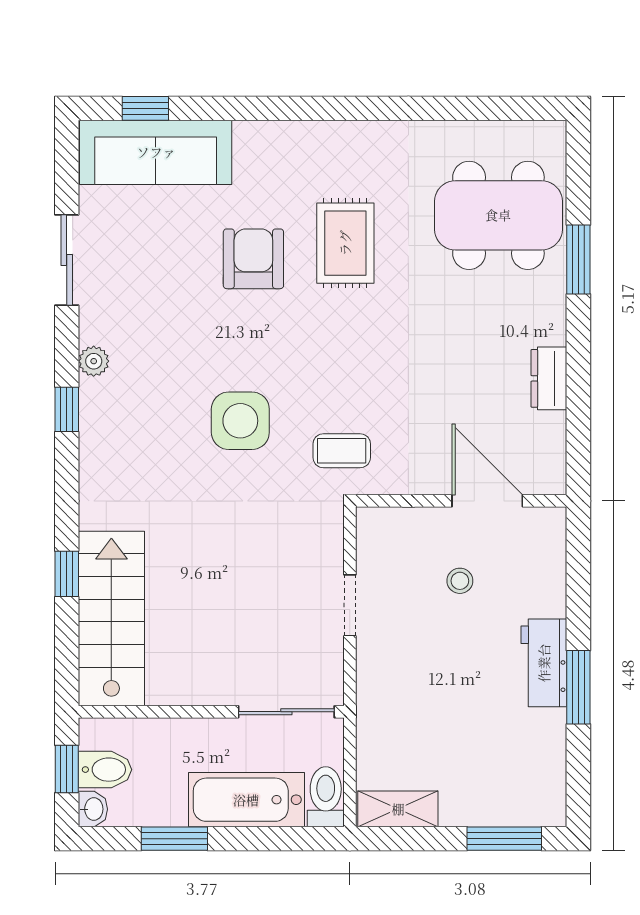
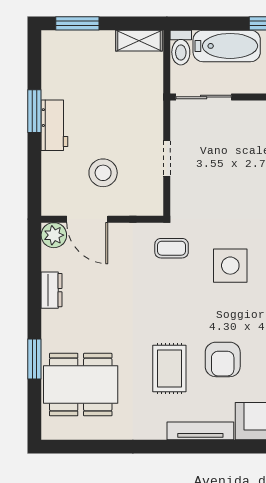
tv unit: (292, 136) -> (200, 431), added
plant: (545, 473) -> (54, 235), added
stool: (460, 581) -> (103, 173), width x1.89, depth x1.89

